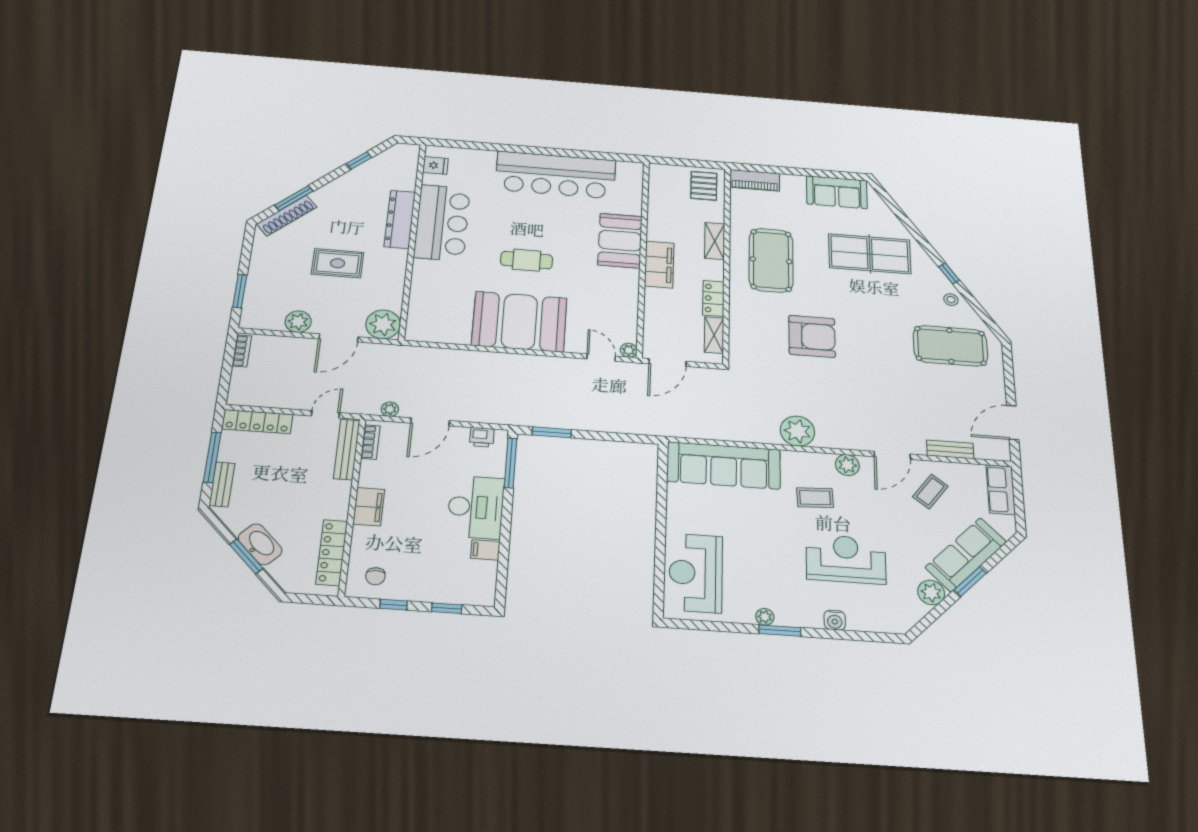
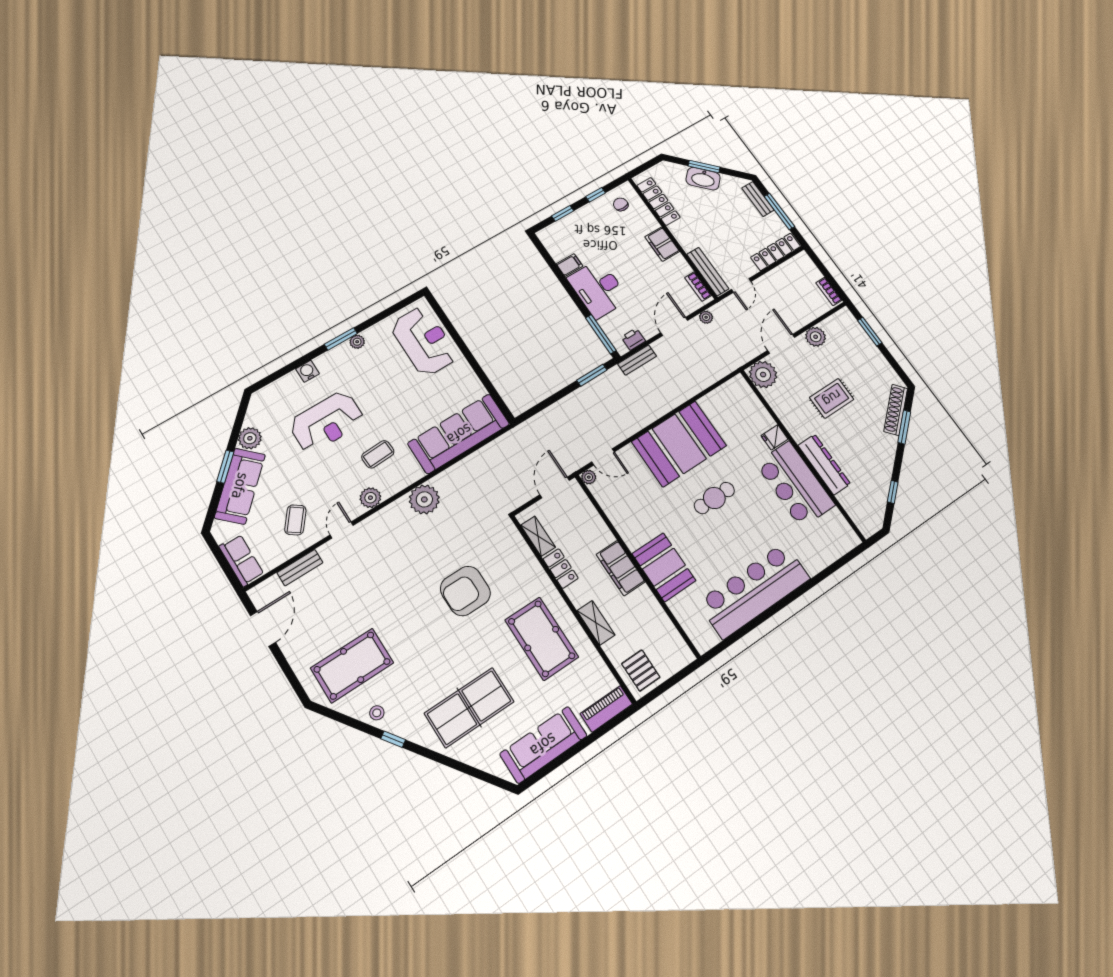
fridge: (435, 165) -> (775, 437), moved
sofa: (837, 192) -> (543, 745), width x1.36
bench: (495, 417) -> (637, 360), added
door: (892, 455) -> (342, 530), width x0.73

